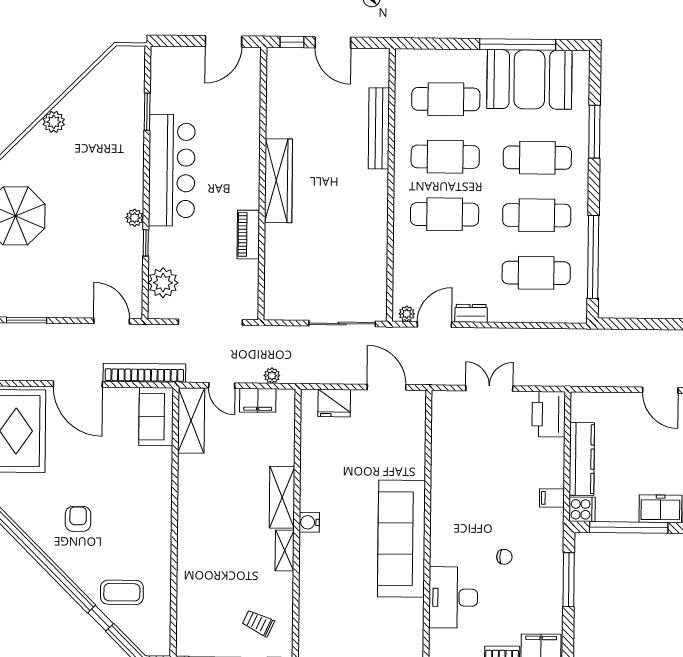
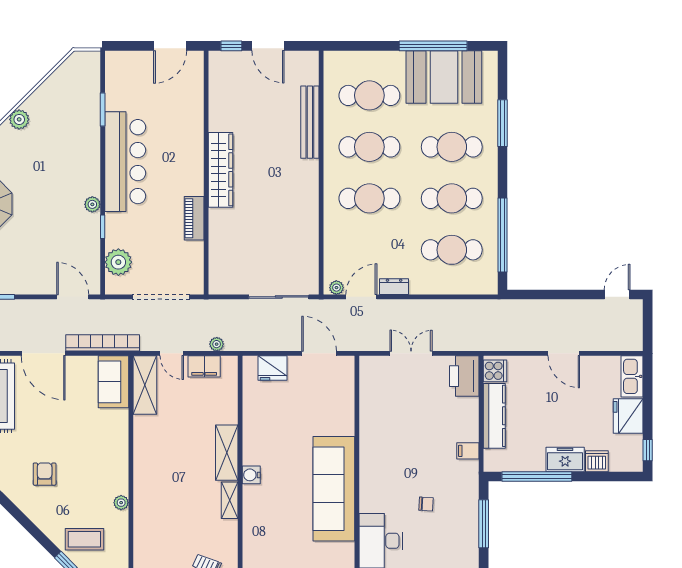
cooker: (582, 509) -> (495, 371), moved
plant: (163, 552) -> (121, 503), added

